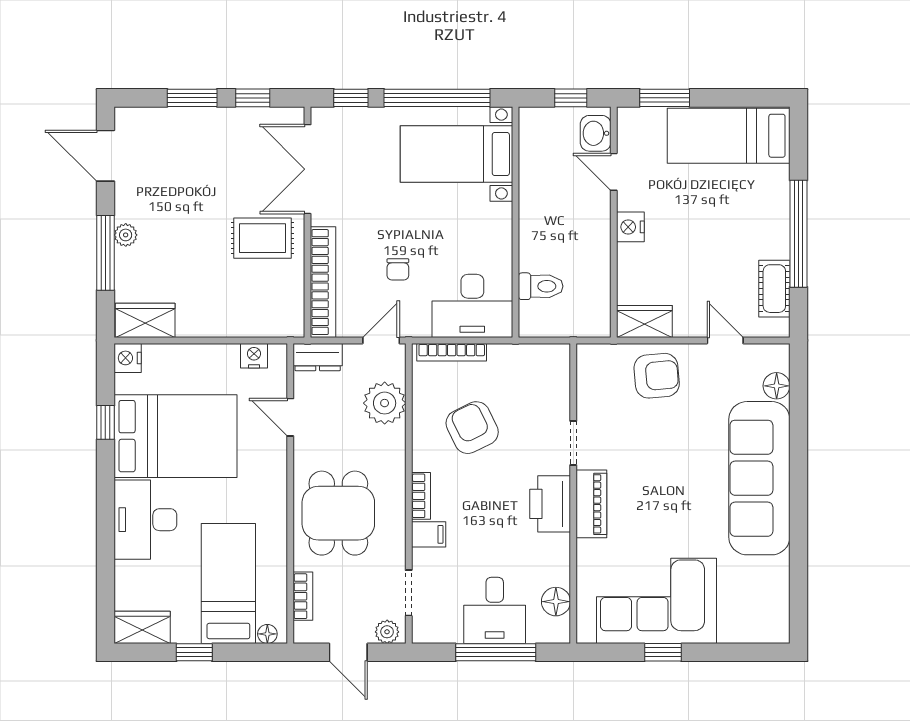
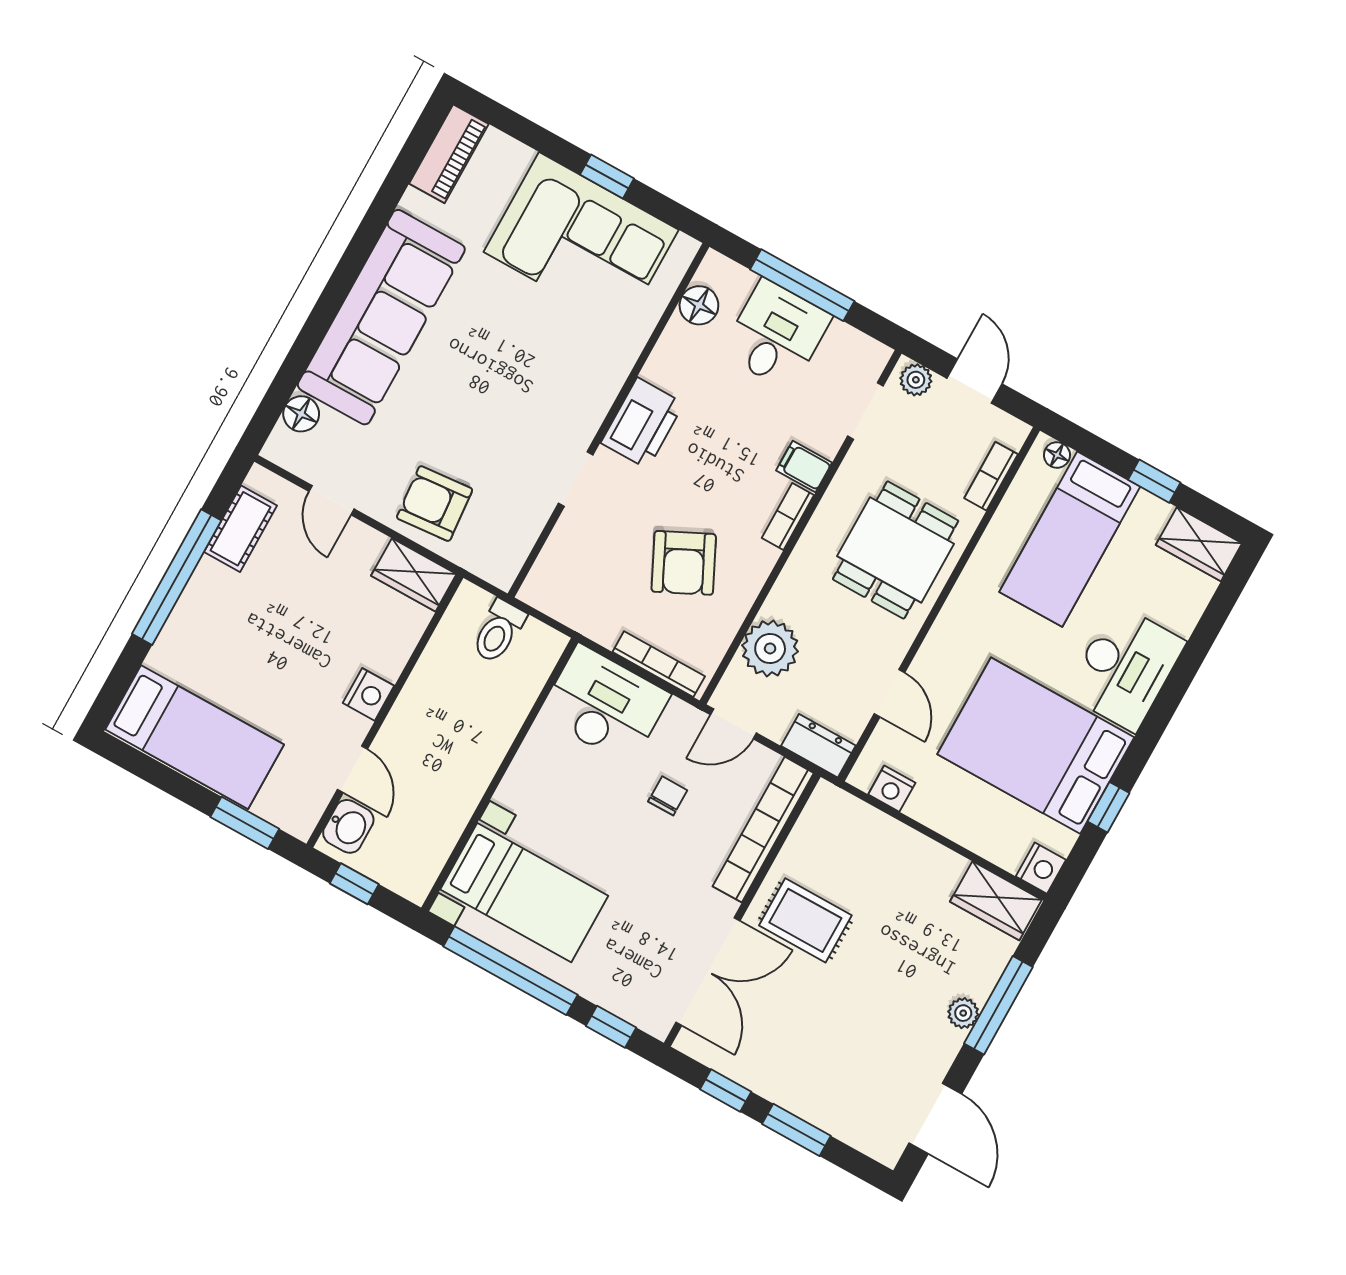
toilet: (541, 286) -> (498, 631), moved, turned -90
piano: (591, 504) -> (449, 154), moved, turned 180

